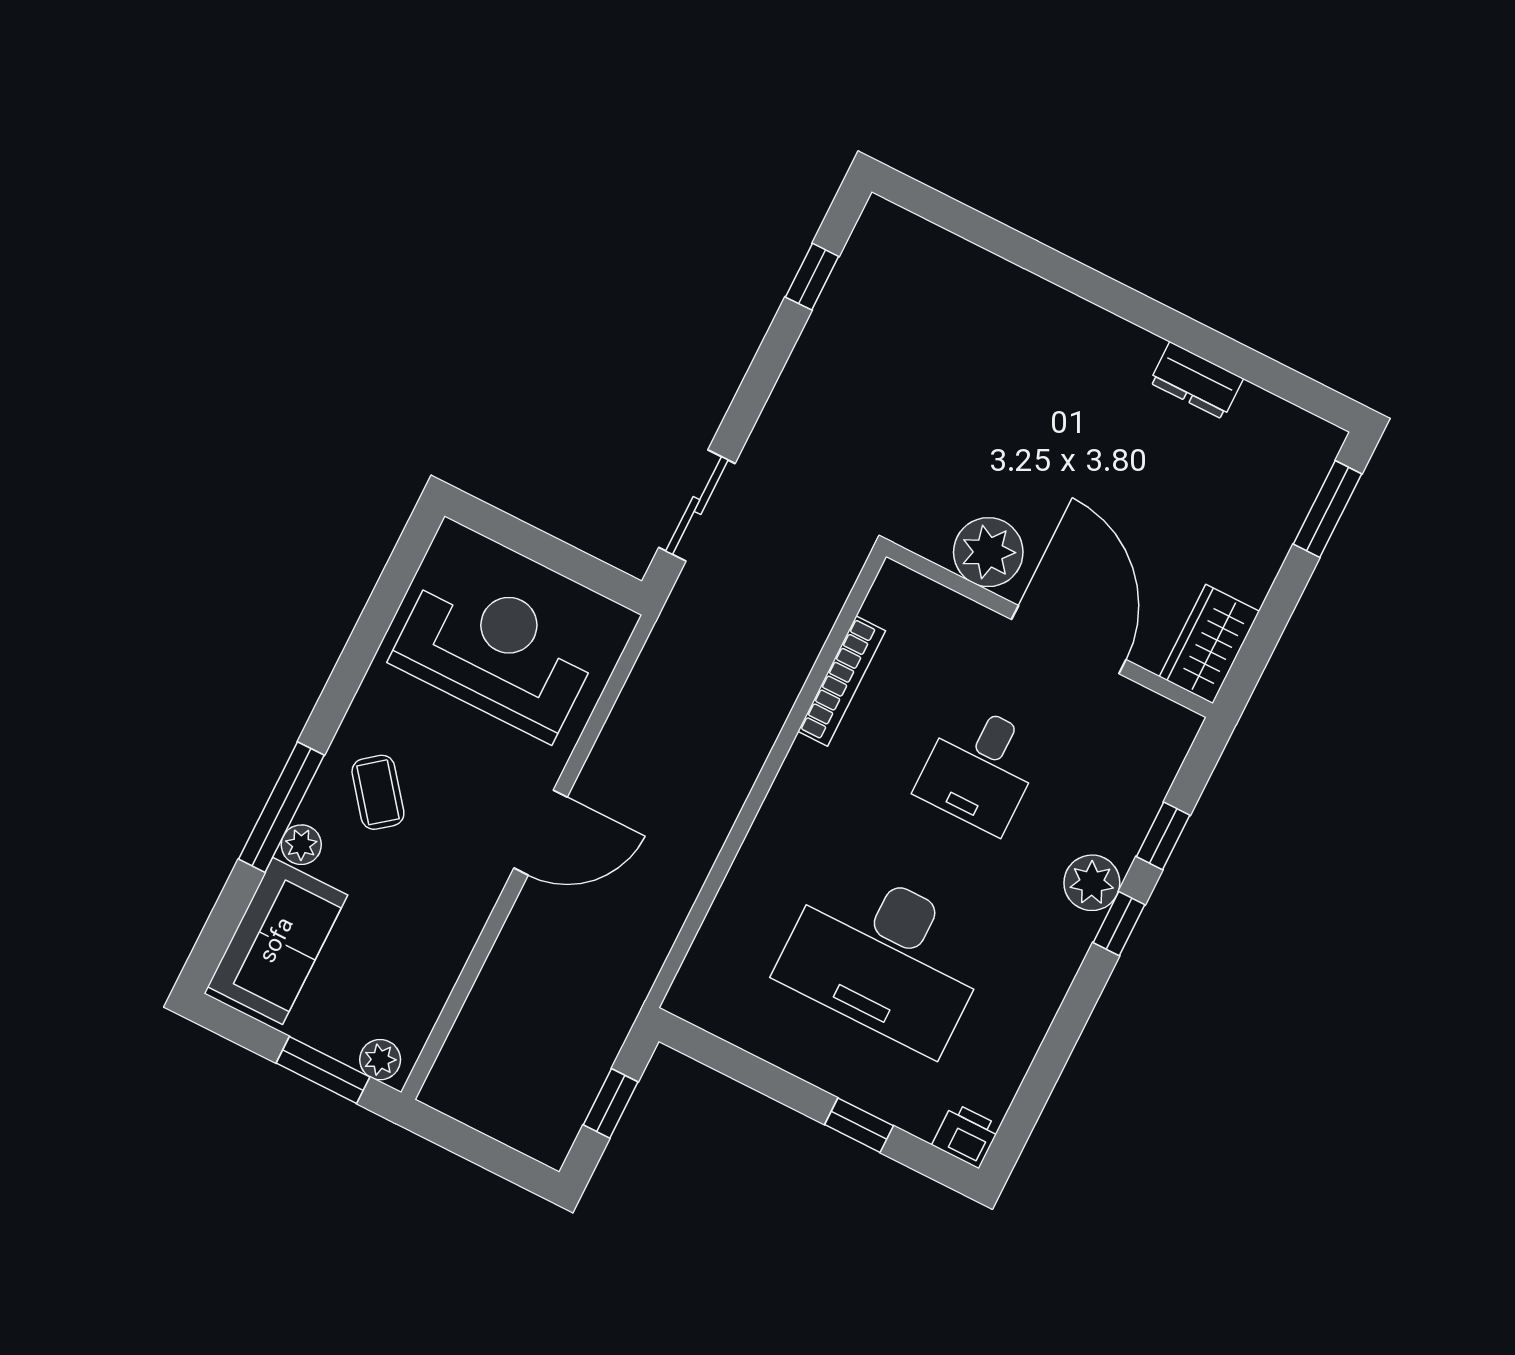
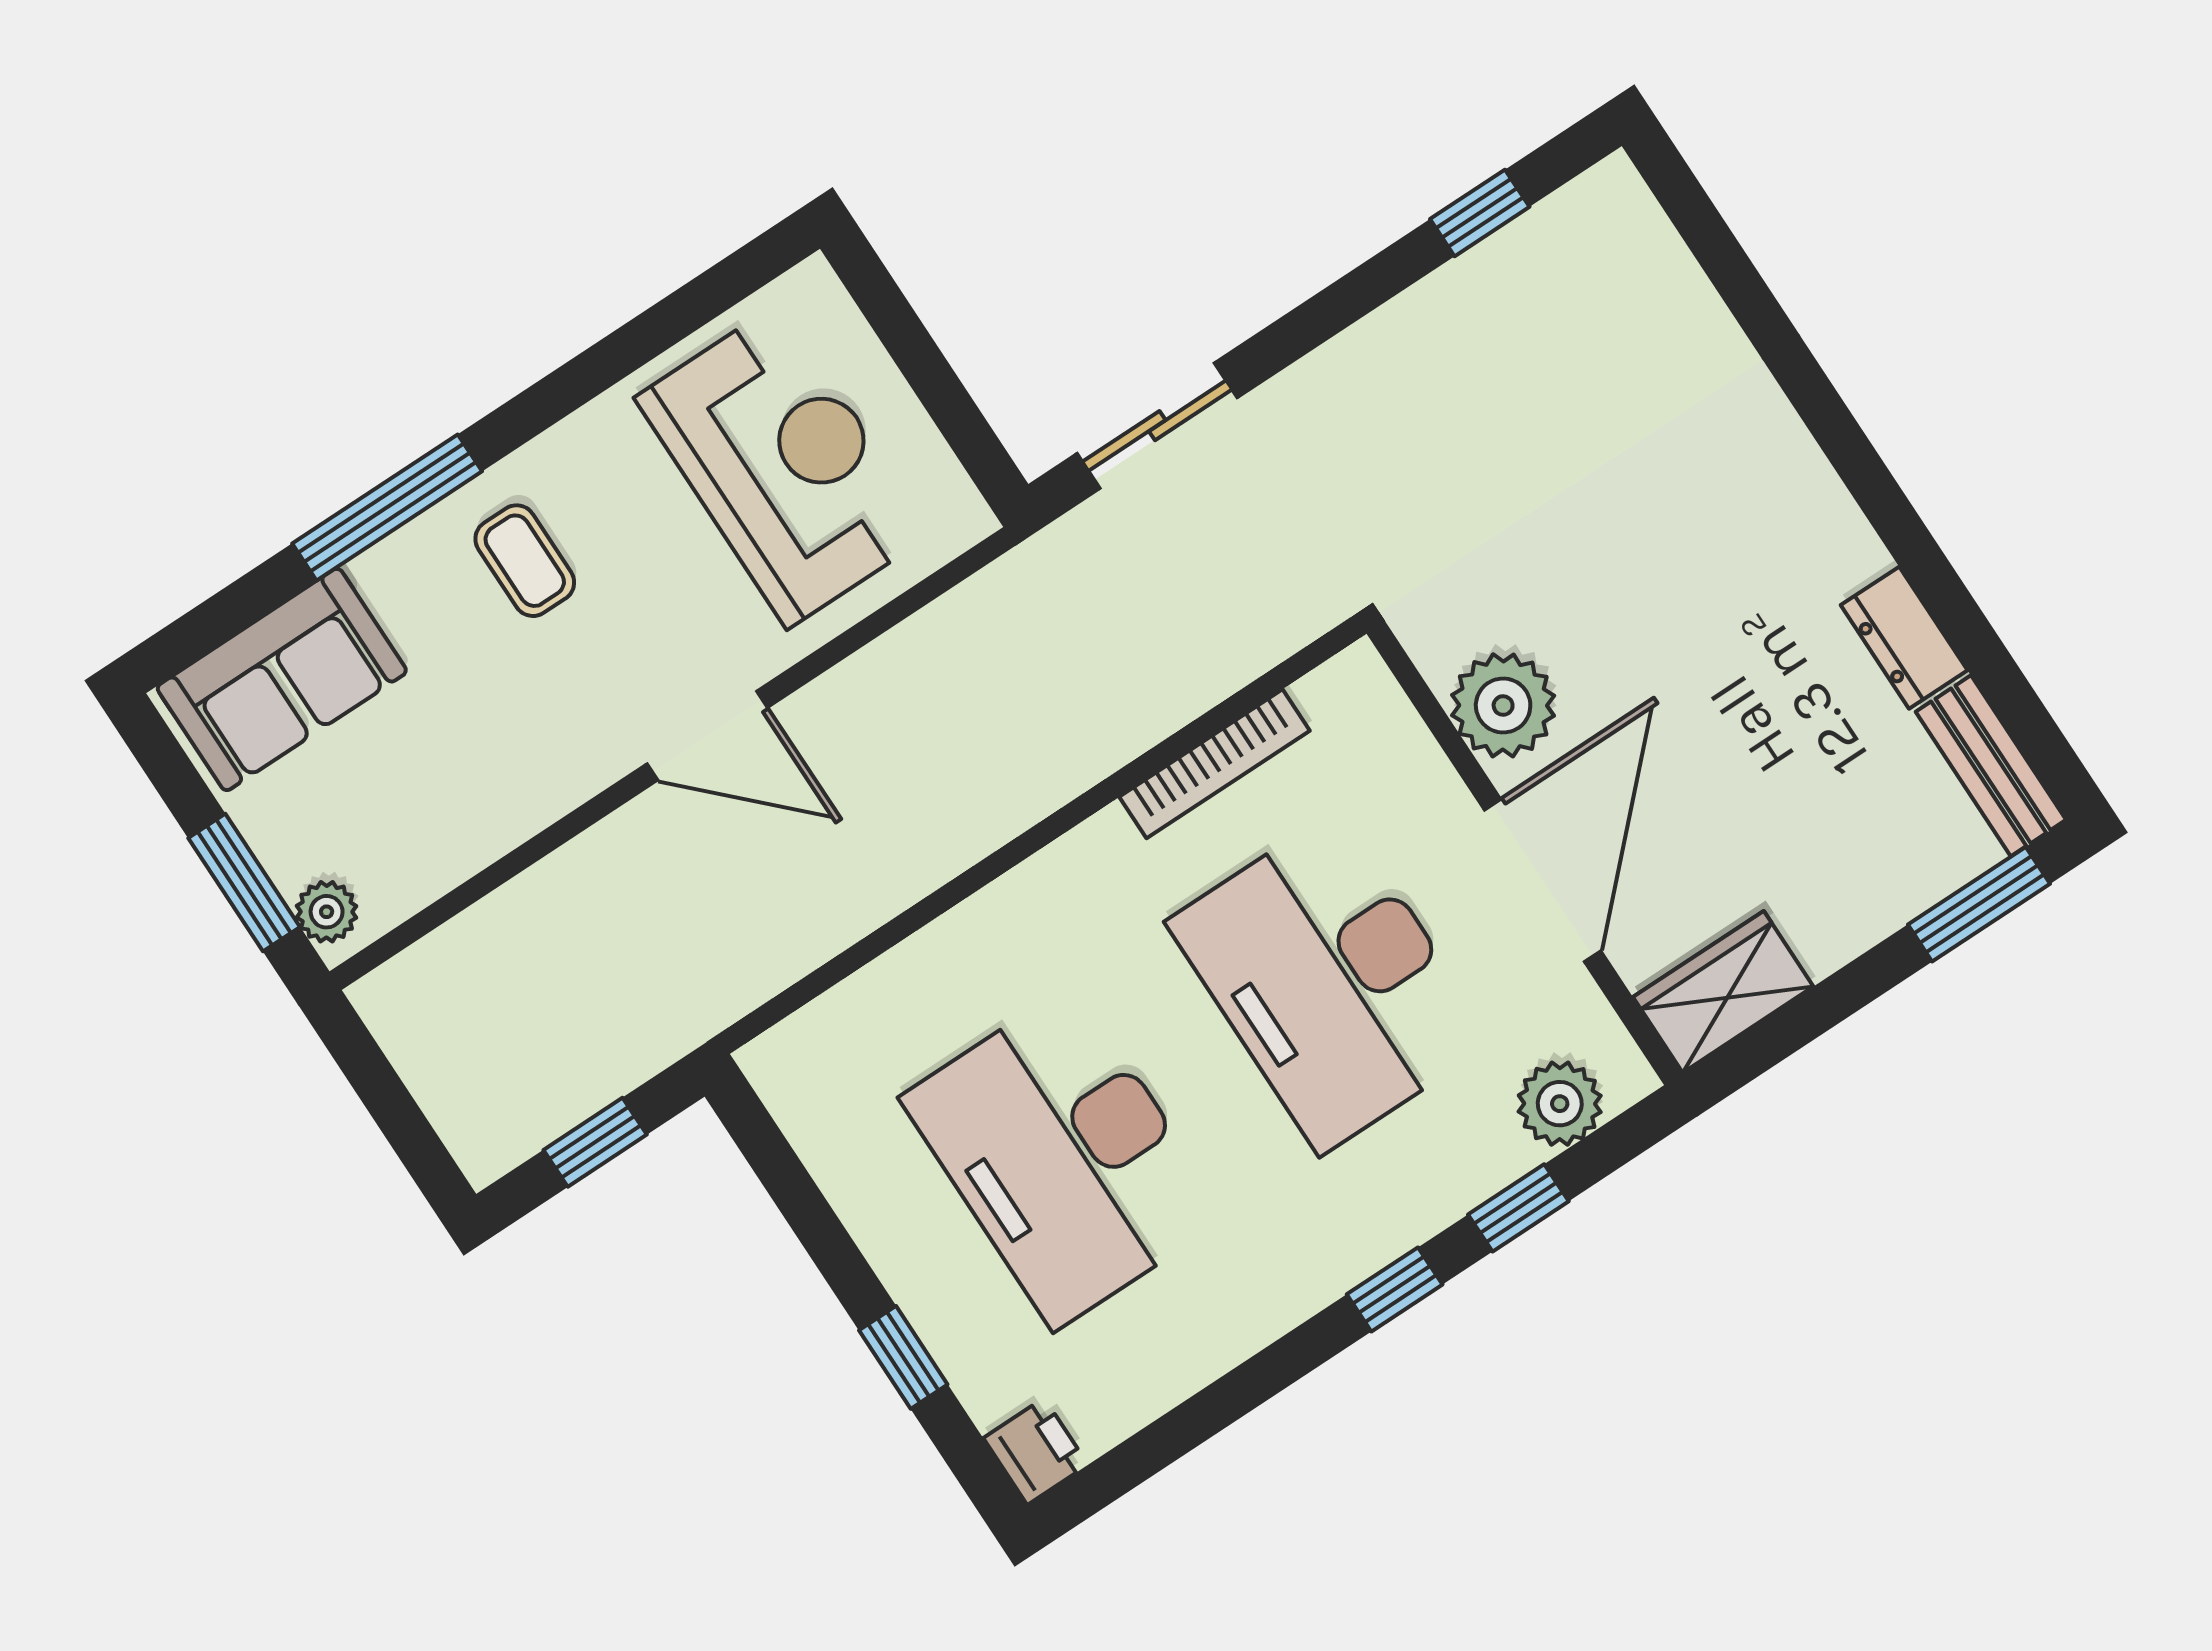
bench: (1289, 426) -> (1991, 766), added
desk: (980, 768) -> (1330, 982), width x1.87, depth x1.30
coffee table: (378, 792) -> (525, 561), turned -52
plant: (301, 845) -> (385, 572), removed
plant: (1092, 883) -> (1560, 1104), moved

